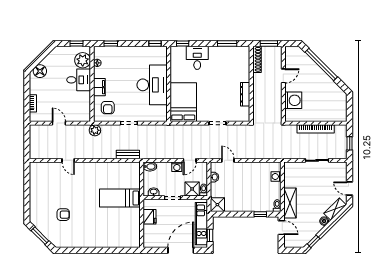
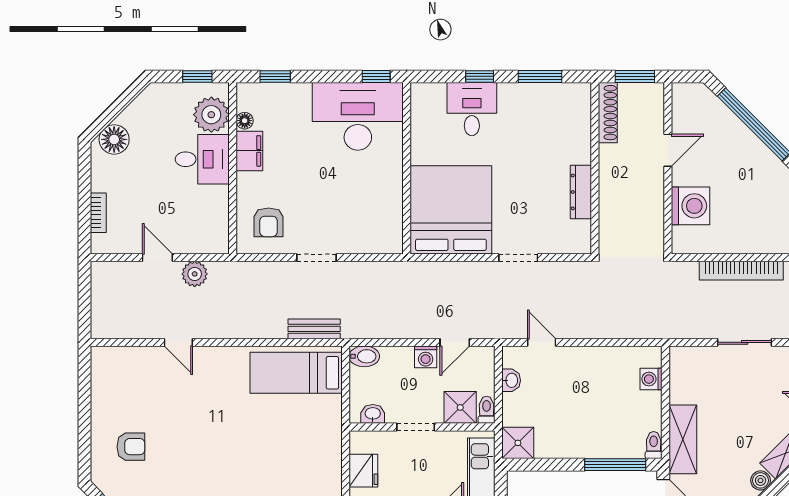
window: (183, 43) -> (480, 76), moved
desk: (152, 85) -> (358, 116), moved, turned -90
filing cabinet: (99, 87) -> (249, 151), moved
bed: (183, 102) -> (451, 210), width x1.36
plant: (95, 130) -> (195, 274), moved
bed: (120, 198) -> (296, 373), moved
window: (260, 214) -> (615, 465), width x2.17
armchair: (63, 215) -> (131, 447), moved

